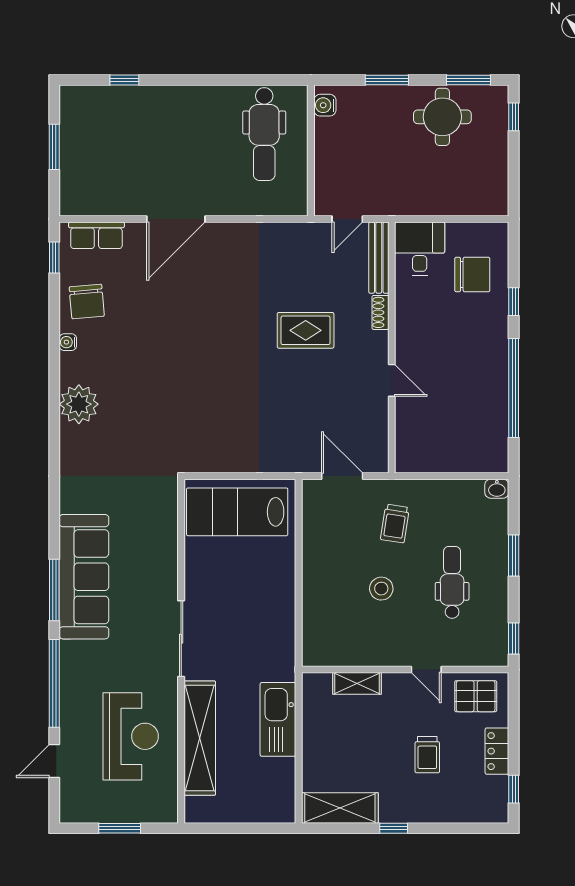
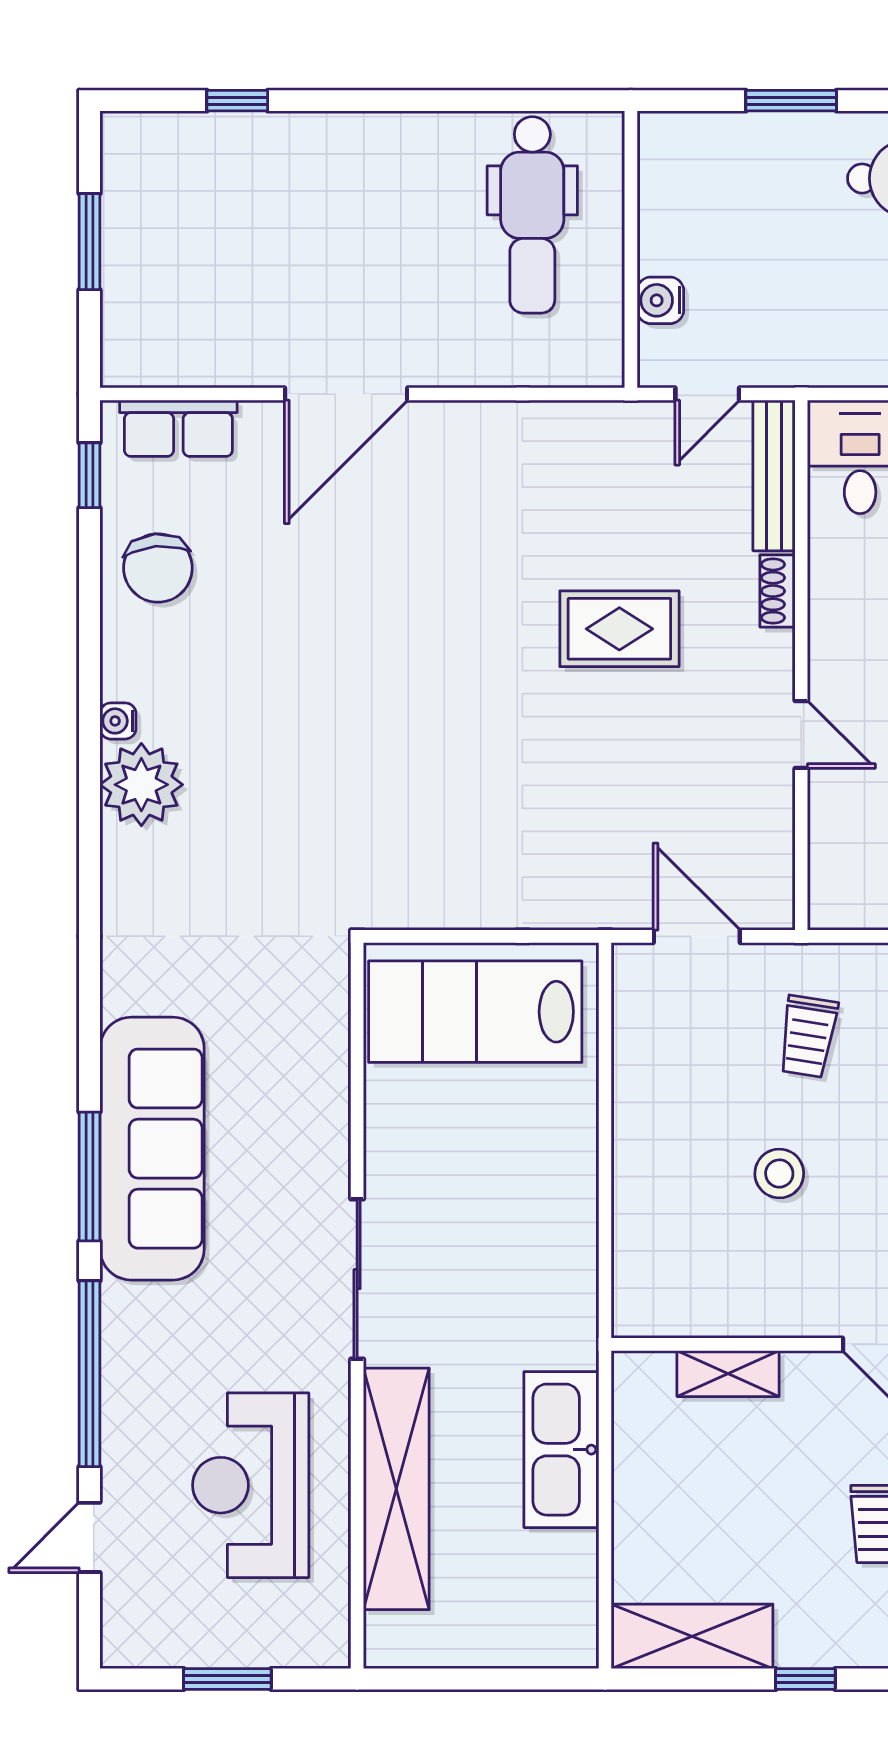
water cooler: (325, 105) -> (660, 300), moved
water cooler: (68, 342) -> (118, 721), moved
reception desk: (131, 736) -> (251, 1485), turned 180

